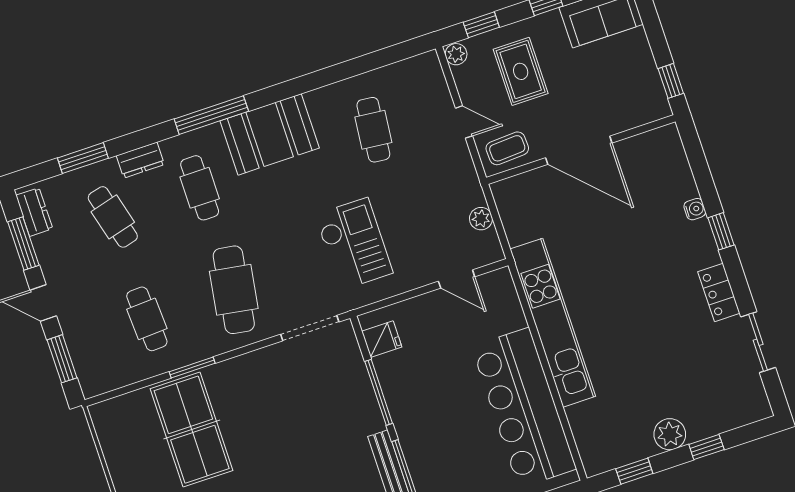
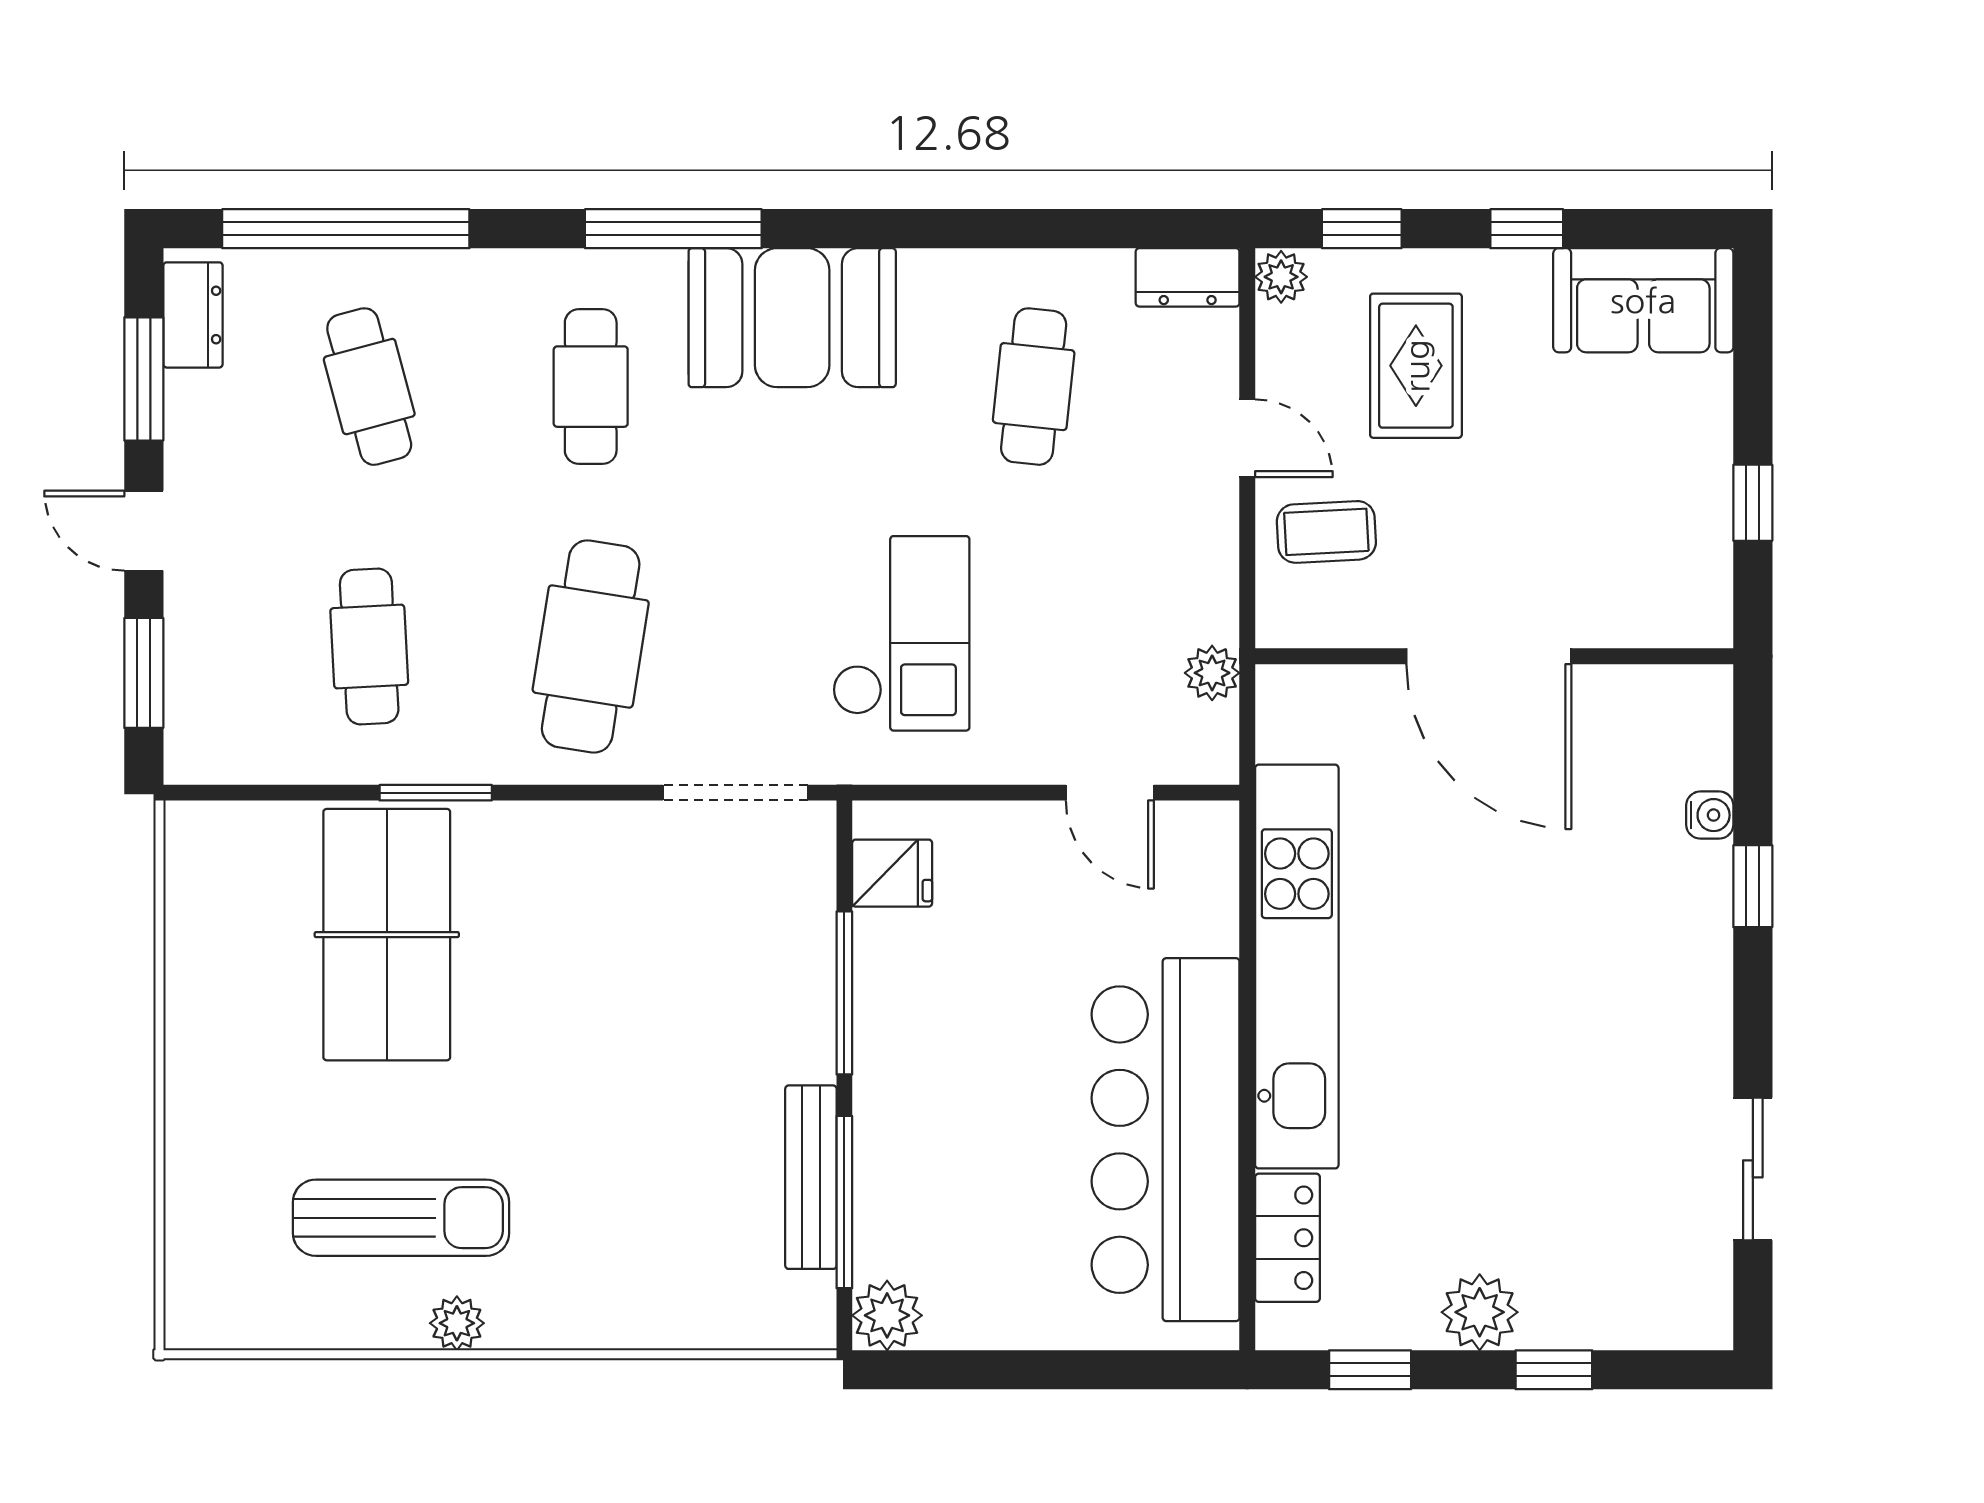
door: (579, 150) -> (1489, 656), moved
wall: (581, 150) -> (1494, 656), moved
window: (83, 158) -> (346, 229), width x2.11
dresser: (140, 160) -> (1188, 277), moved
locker: (719, 292) -> (1287, 1238), moved, turned 180

